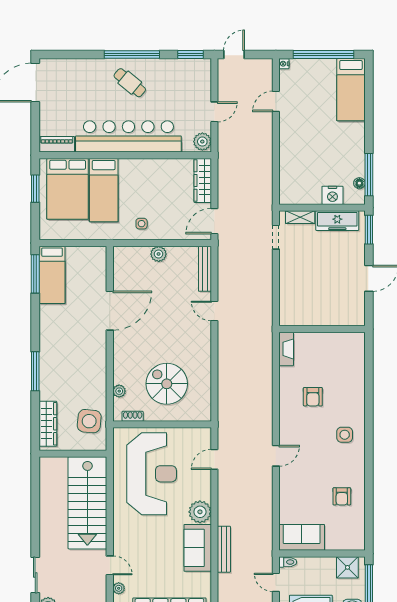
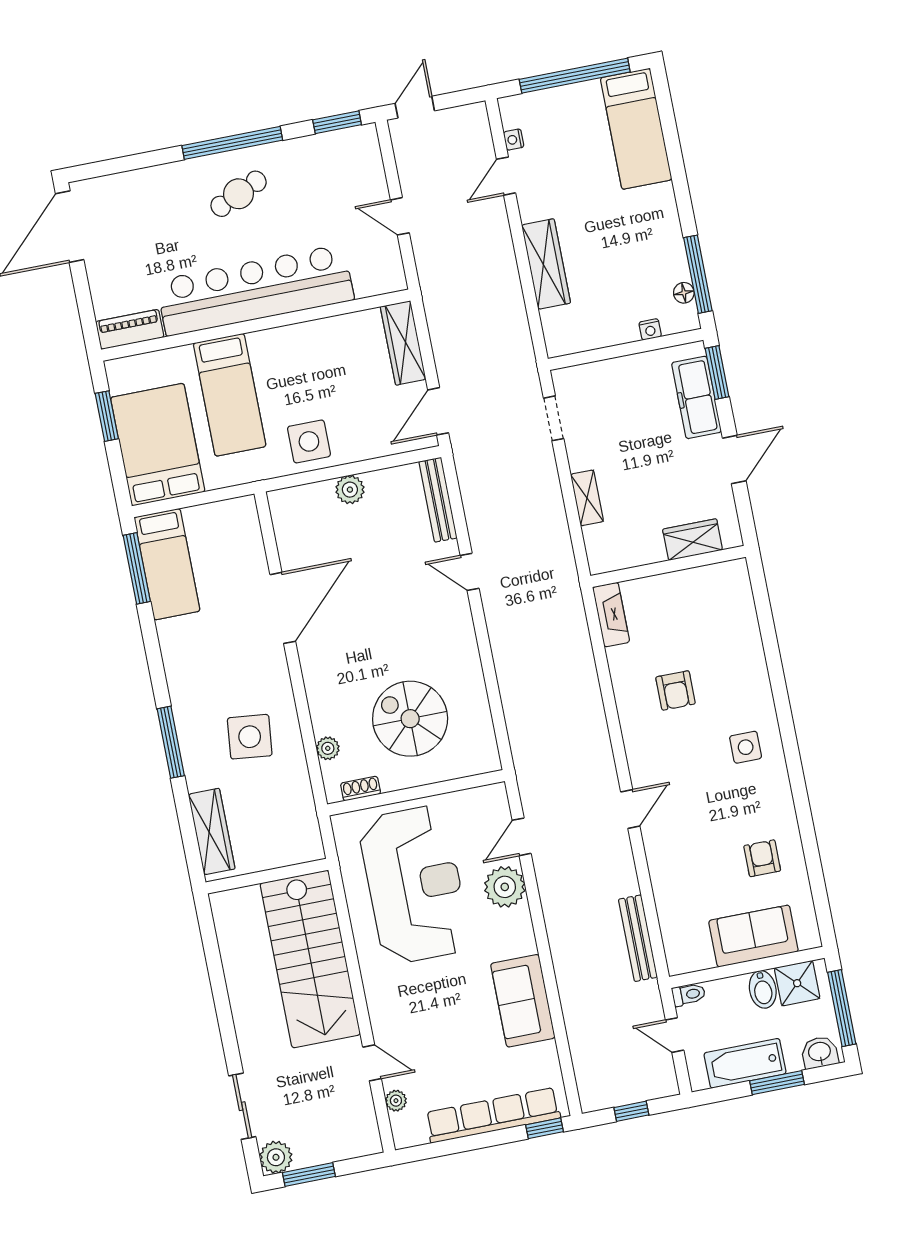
nightstand: (284, 64) -> (514, 140), moved
cafe table: (130, 83) -> (239, 194), turned -64
door: (214, 112) -> (400, 216), swing flipped
plant: (202, 142) -> (389, 273), removed
wardrobe: (288, 153) -> (546, 264), added
bed: (68, 189) -> (158, 445), moved, turned 180
nightstand: (332, 195) -> (650, 329), width x0.53, depth x0.56
shelving: (300, 217) -> (587, 498), moved, turned 90
freezer: (337, 221) -> (696, 397), moved, turned 90
side table: (142, 224) -> (309, 441), width x1.87, depth x1.87
wardrobe: (338, 317) -> (693, 540), added
side table: (89, 421) -> (250, 737), moved
armchair: (342, 496) -> (762, 858), turned 180
plant: (200, 512) -> (505, 887), moved
sofa: (302, 537) -> (753, 936), moved
bench: (224, 549) -> (638, 938), moved
bidet: (328, 567) -> (763, 989), added

